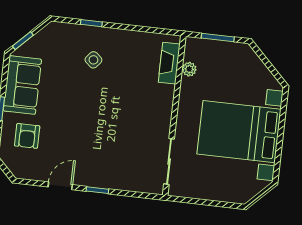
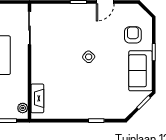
side table: (93, 60) -> (89, 57), moved
plant: (189, 69) -> (23, 108), moved

